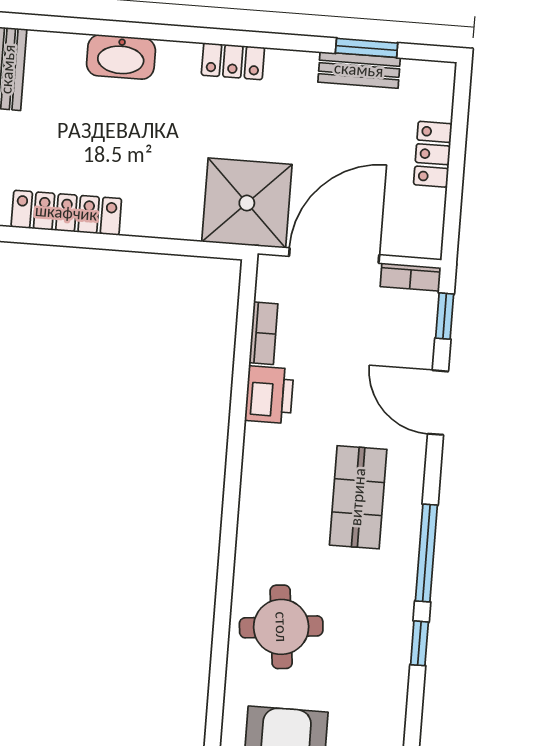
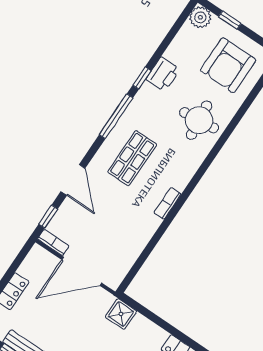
shower: (247, 203) -> (121, 314), width x0.54, depth x0.54
bookcase: (263, 333) -> (167, 203), moved
printer: (269, 395) -> (163, 74), moved, turned 180

